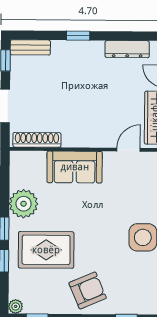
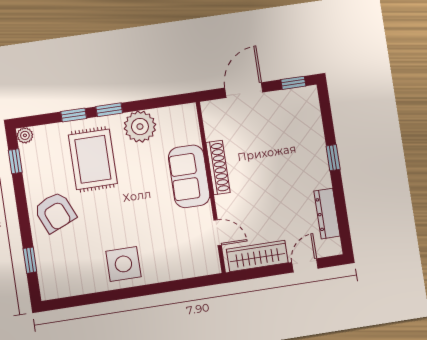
bench: (30, 47) -> (312, 108), removed
shoe rack: (37, 140) -> (218, 168), moved

